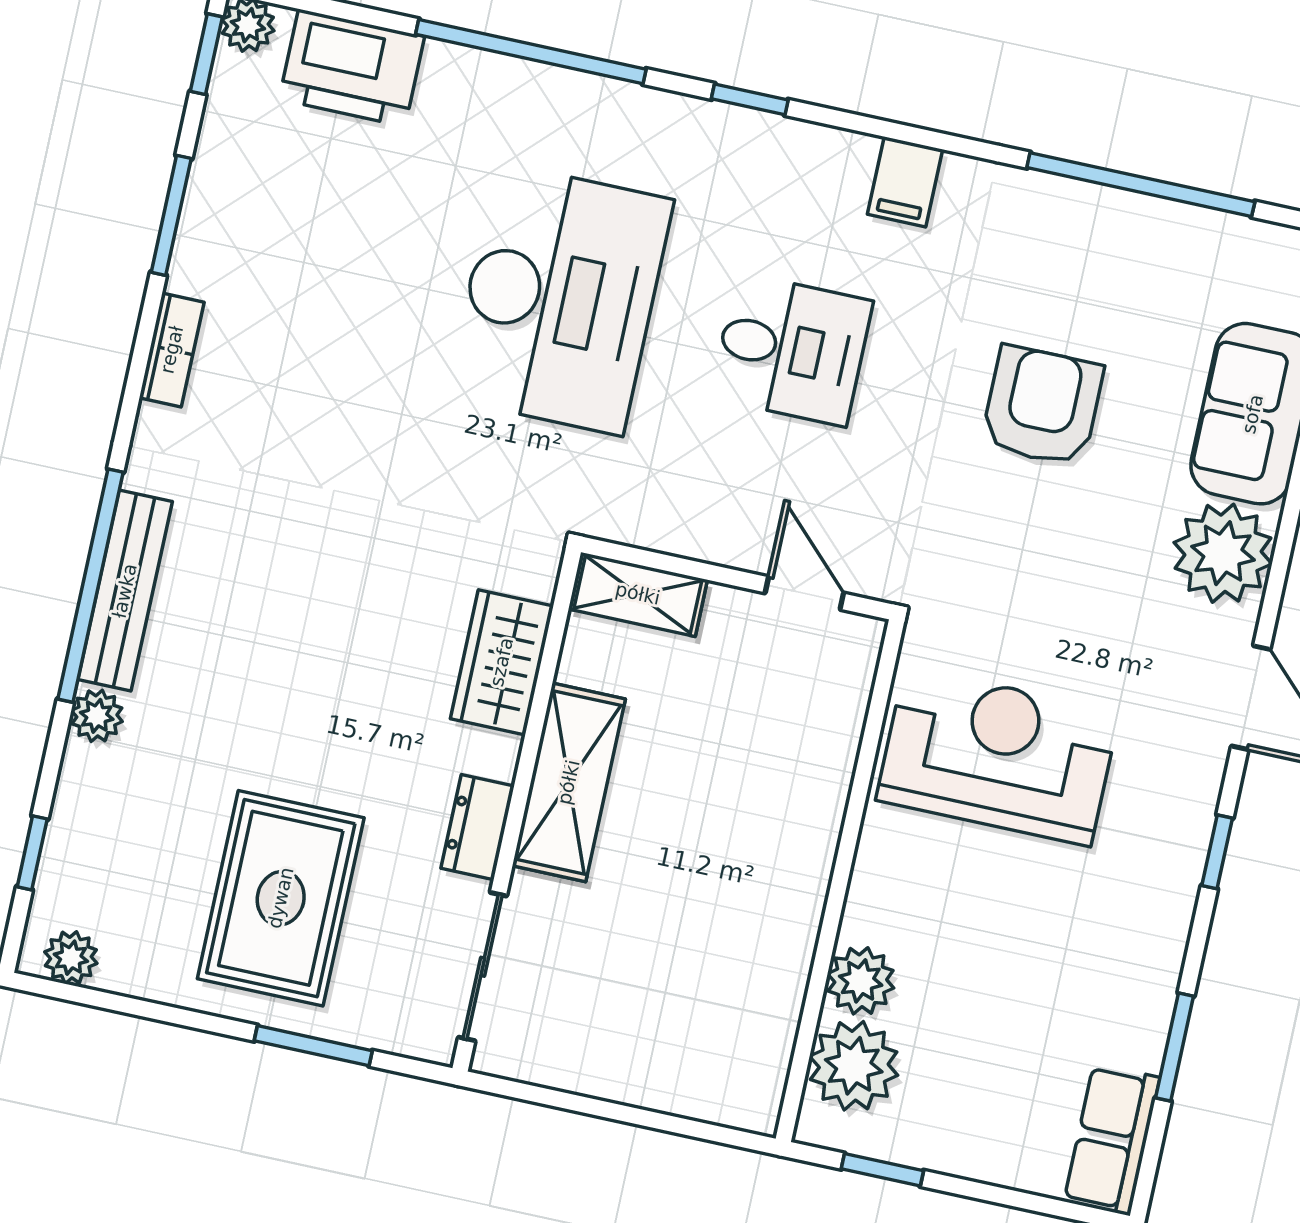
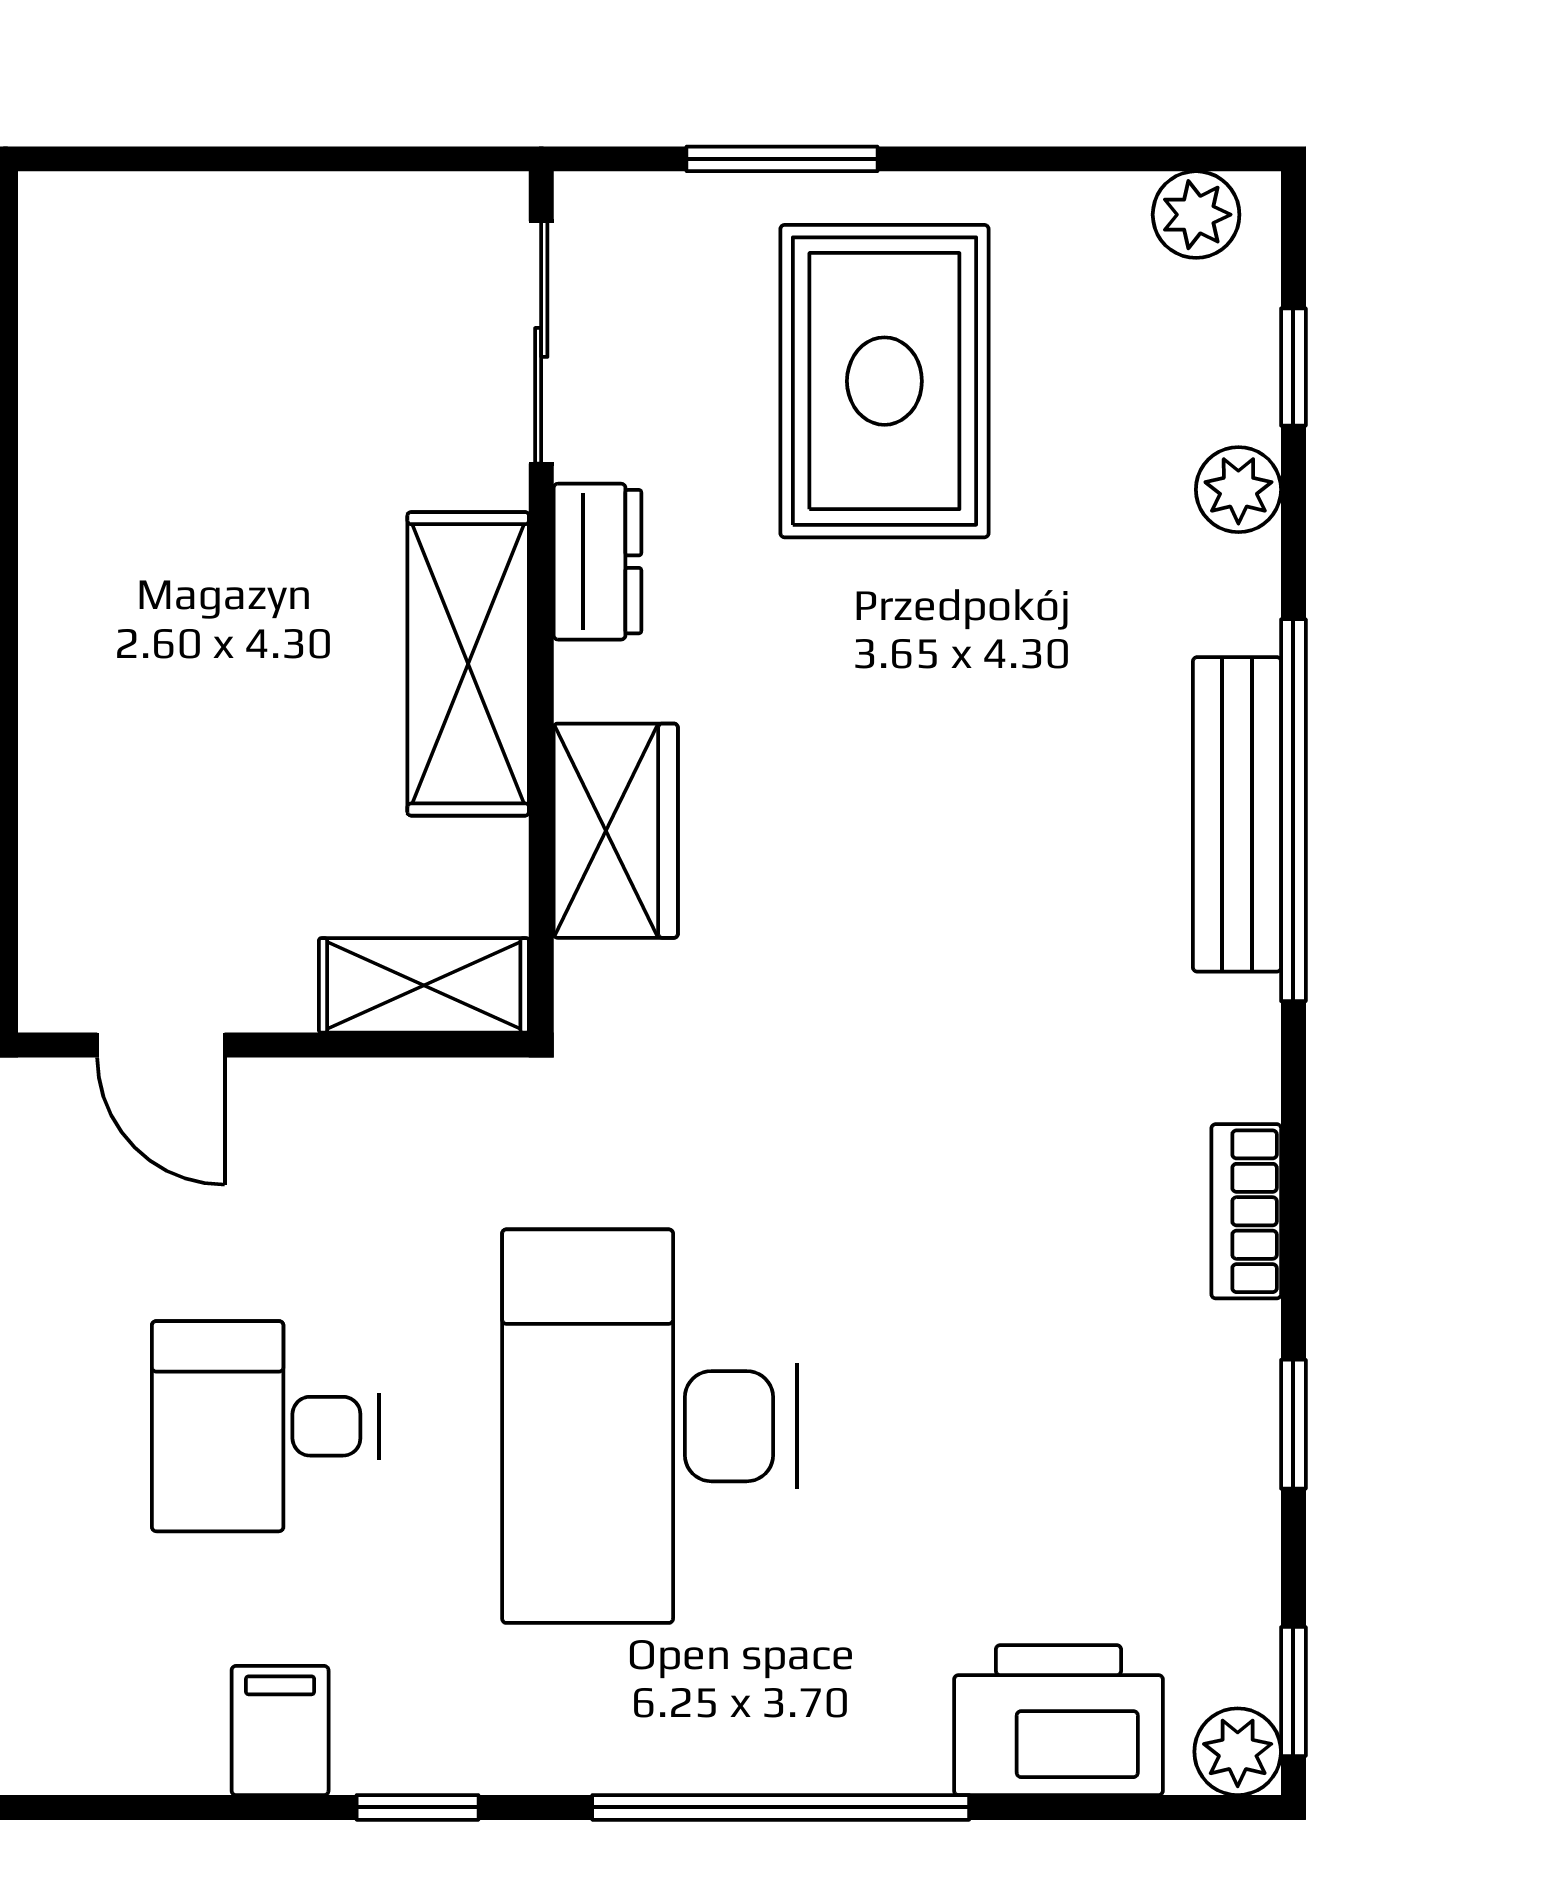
filing cabinet: (905, 182) -> (280, 1731), moved
window: (171, 215) -> (1293, 1424), width x0.67
plant: (97, 716) -> (1238, 490), moved

